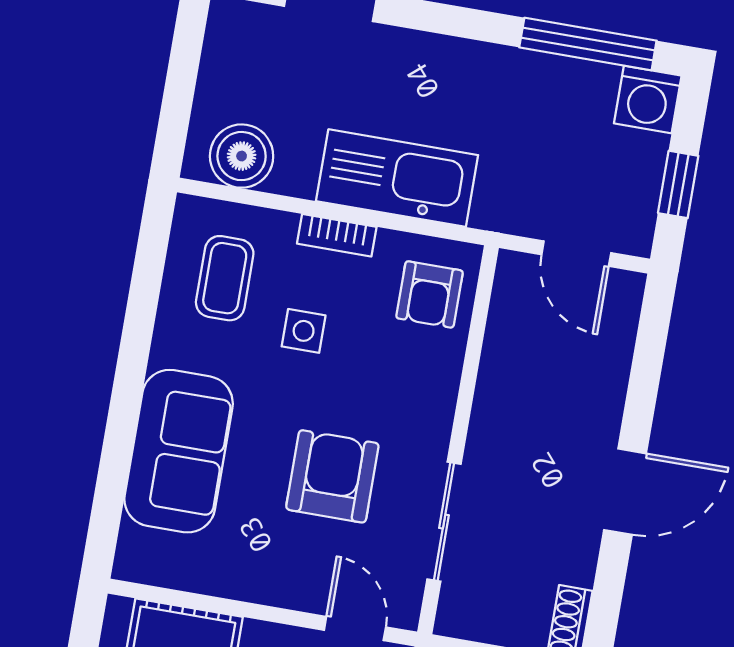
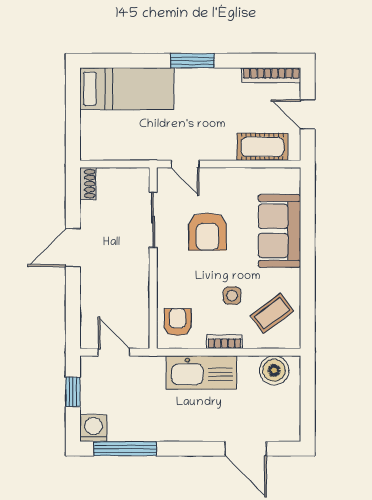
coffee table: (225, 278) -> (272, 313), turned 53

